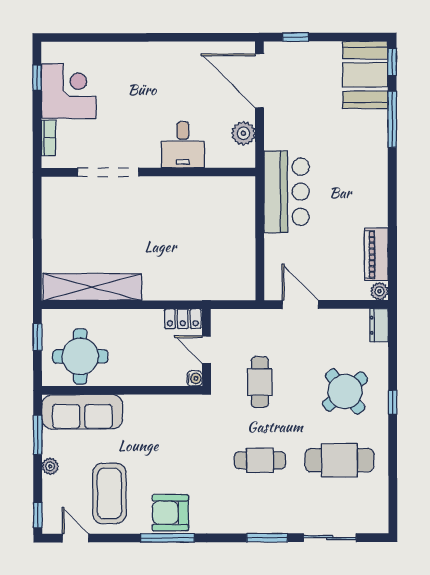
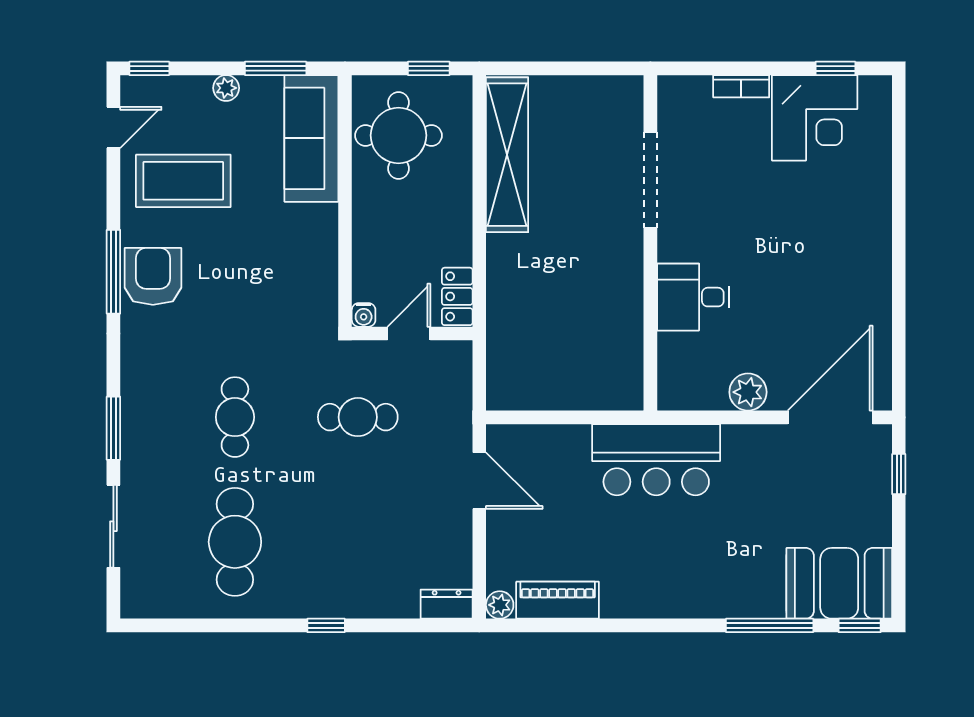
desk: (183, 145) -> (693, 297), moved
doorway: (108, 172) -> (650, 180), moved
wall: (148, 172) -> (650, 243), moved
door: (300, 304) -> (479, 481), hinge flipped
round table: (345, 391) -> (343, 551), removed

